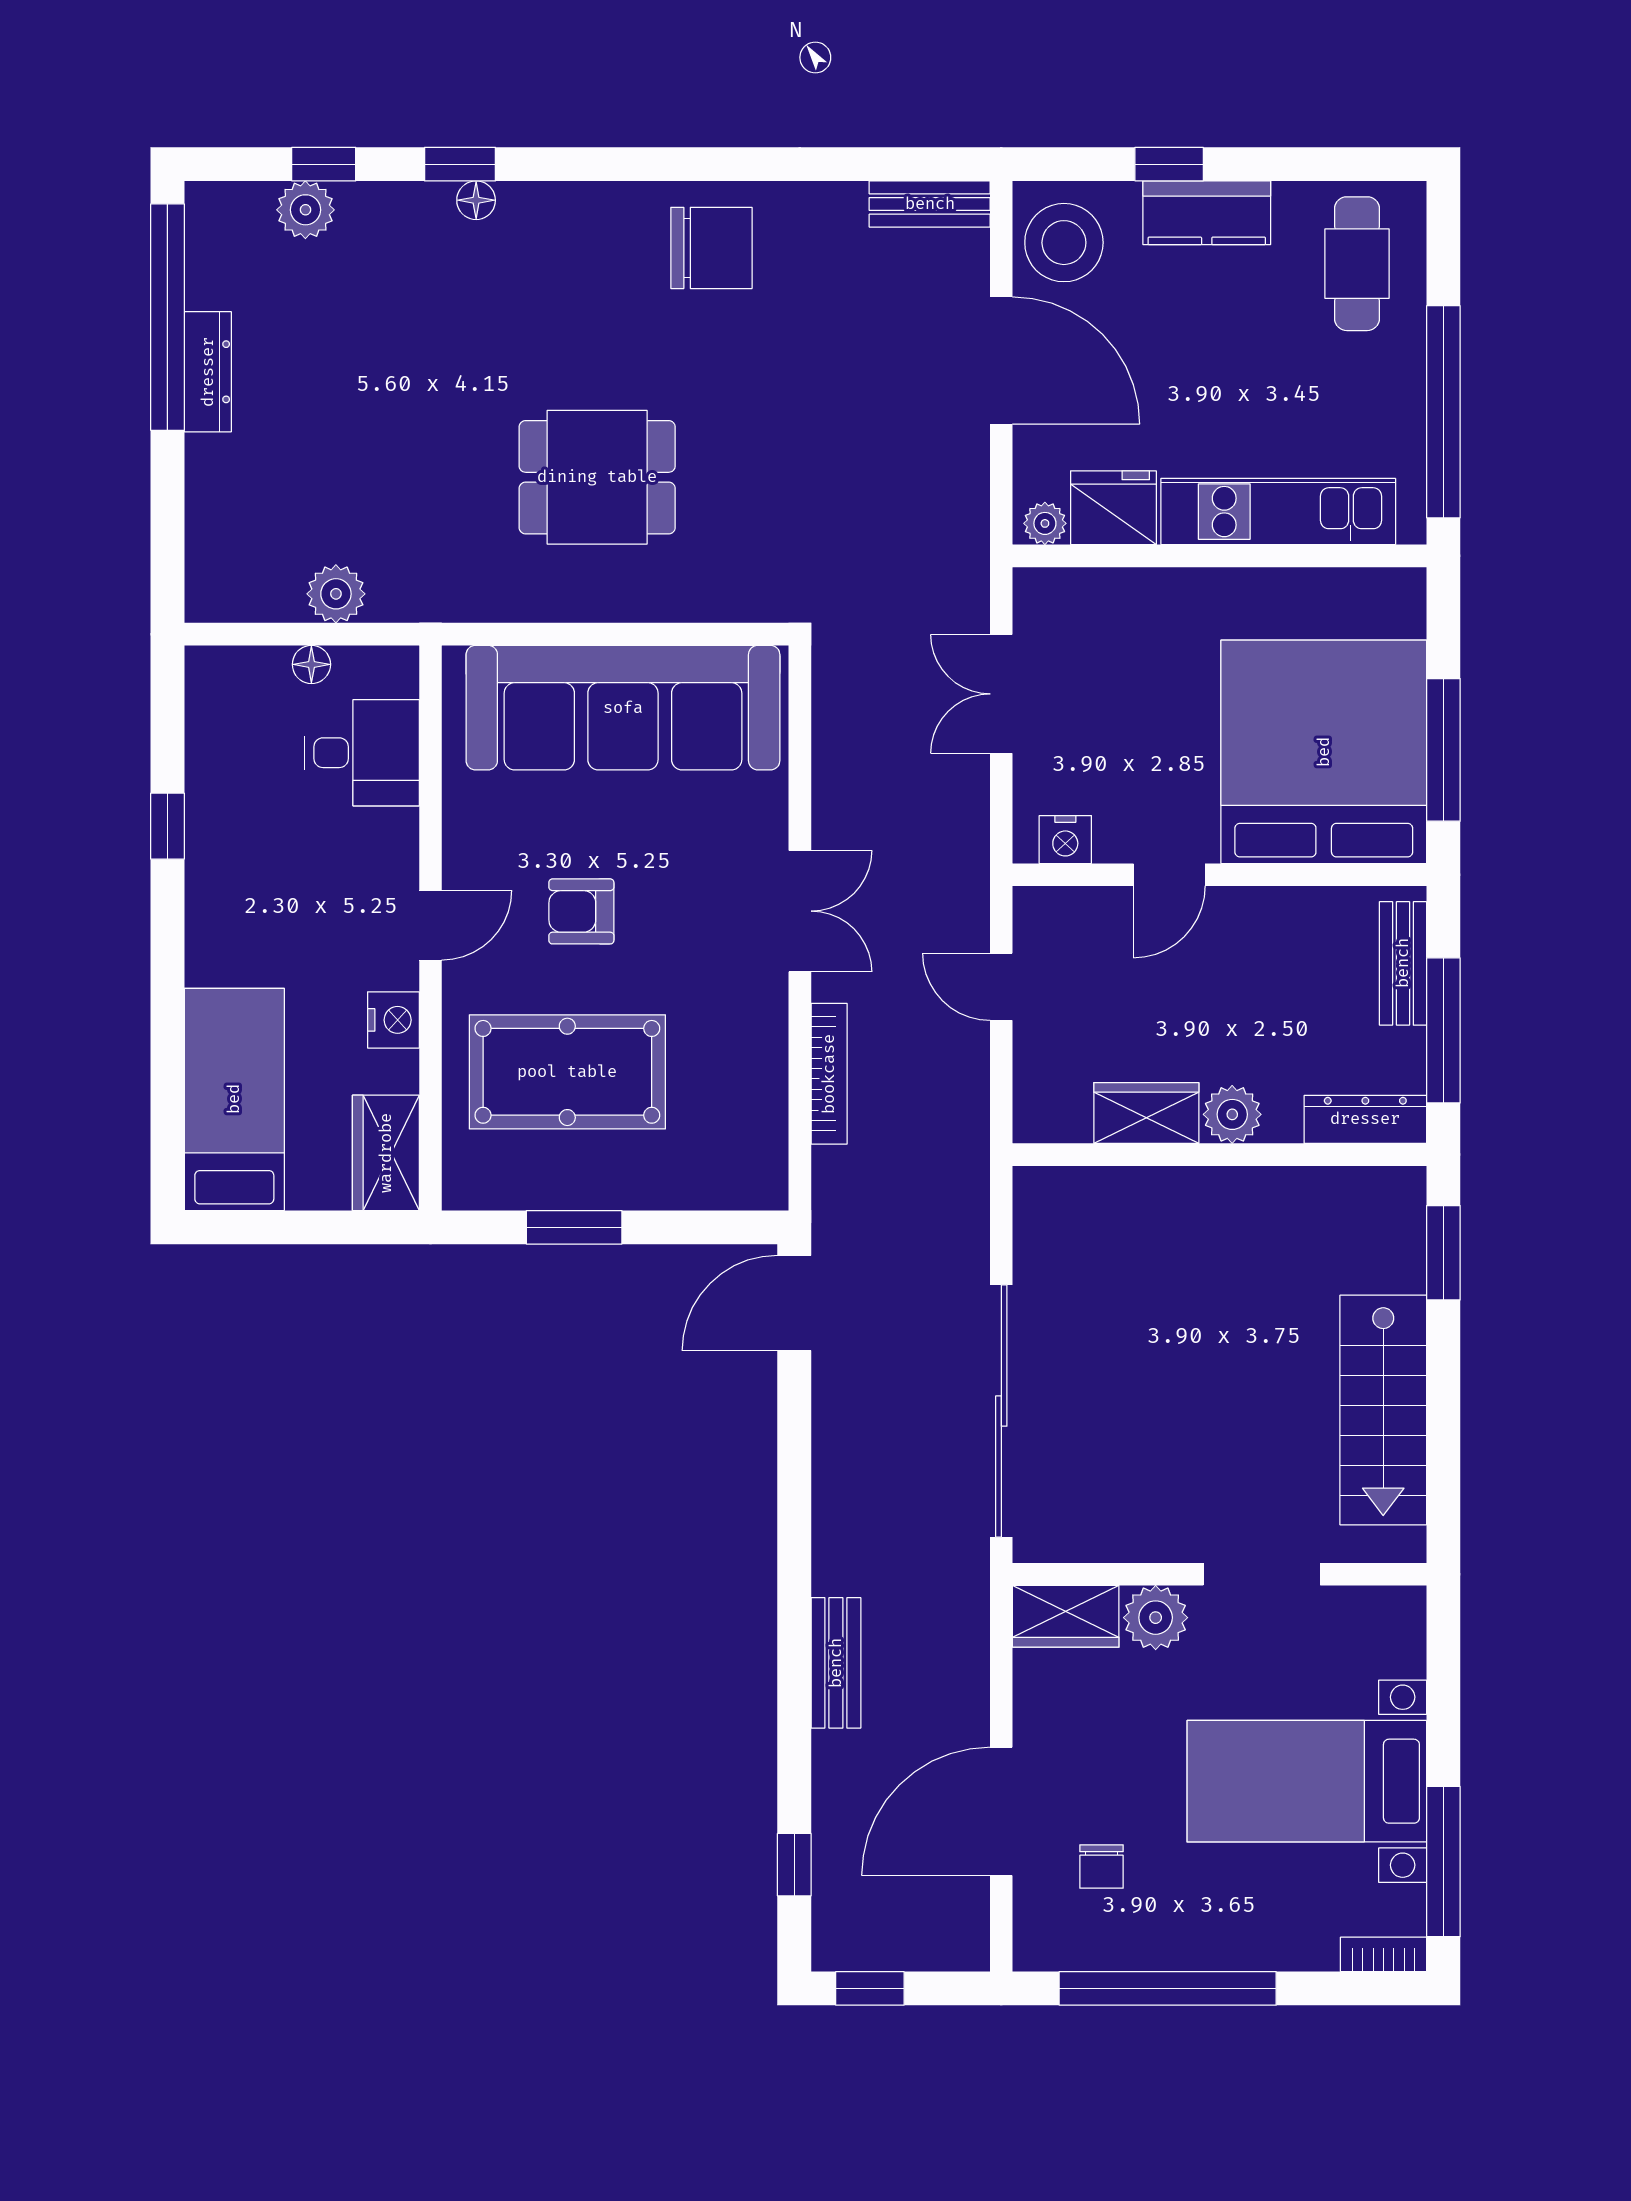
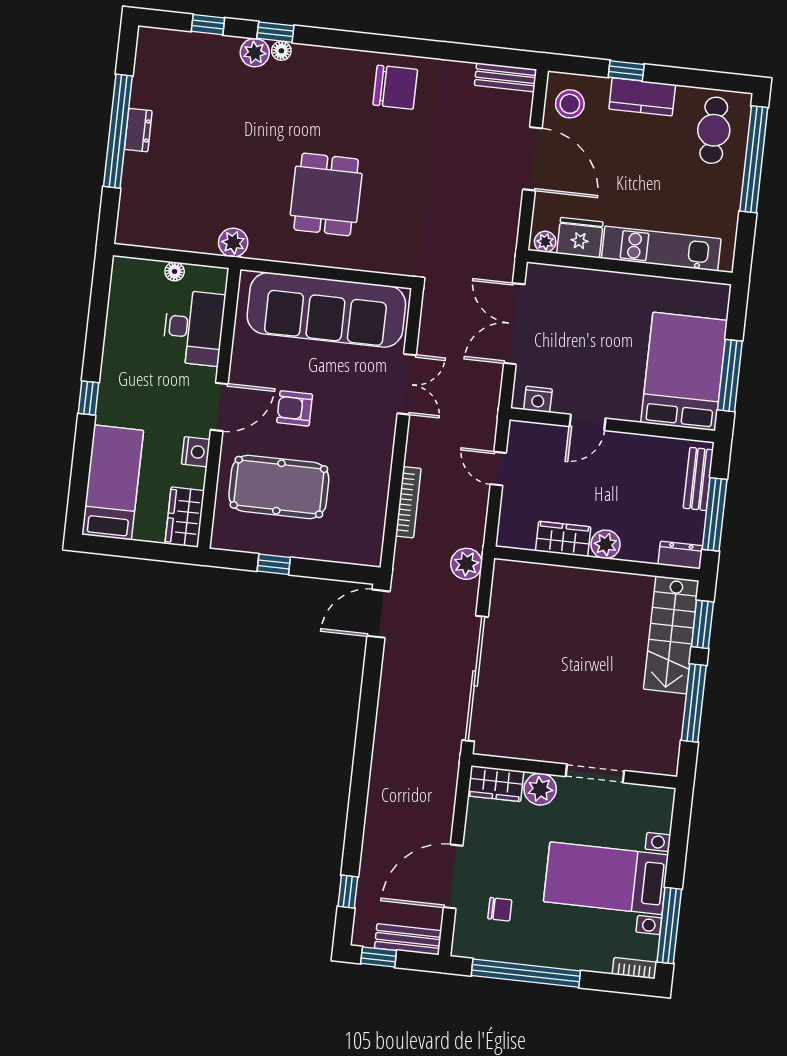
plant: (305, 210) -> (255, 53), moved
stool: (1064, 243) -> (570, 104), width x0.73, depth x0.73
window: (167, 317) -> (118, 131), moved
dresser: (208, 372) -> (138, 130), width x0.70
window: (1443, 412) -> (754, 159), moved
dining table: (597, 477) -> (326, 194), turned 90
plant: (336, 594) -> (233, 243), moved
double door: (1001, 694) -> (514, 324), width x1.37
bed: (1324, 752) -> (684, 371), width x0.73
desk: (362, 753) -> (194, 328), width x1.37
window: (167, 826) -> (89, 398), moved
double door: (800, 911) -> (407, 384), moved
door: (431, 925) -> (219, 407), width x1.38
dresser: (1365, 1119) -> (680, 555), width x0.70
plant: (959, 1184) -> (466, 564), added
window: (574, 1227) -> (274, 564), width x0.67
stairs: (1383, 1410) -> (671, 635), moved
window: (1443, 1412) -> (694, 703), added
bench: (836, 1663) -> (408, 939), moved, turned 90
chair: (1102, 1866) -> (500, 909), turned -90

